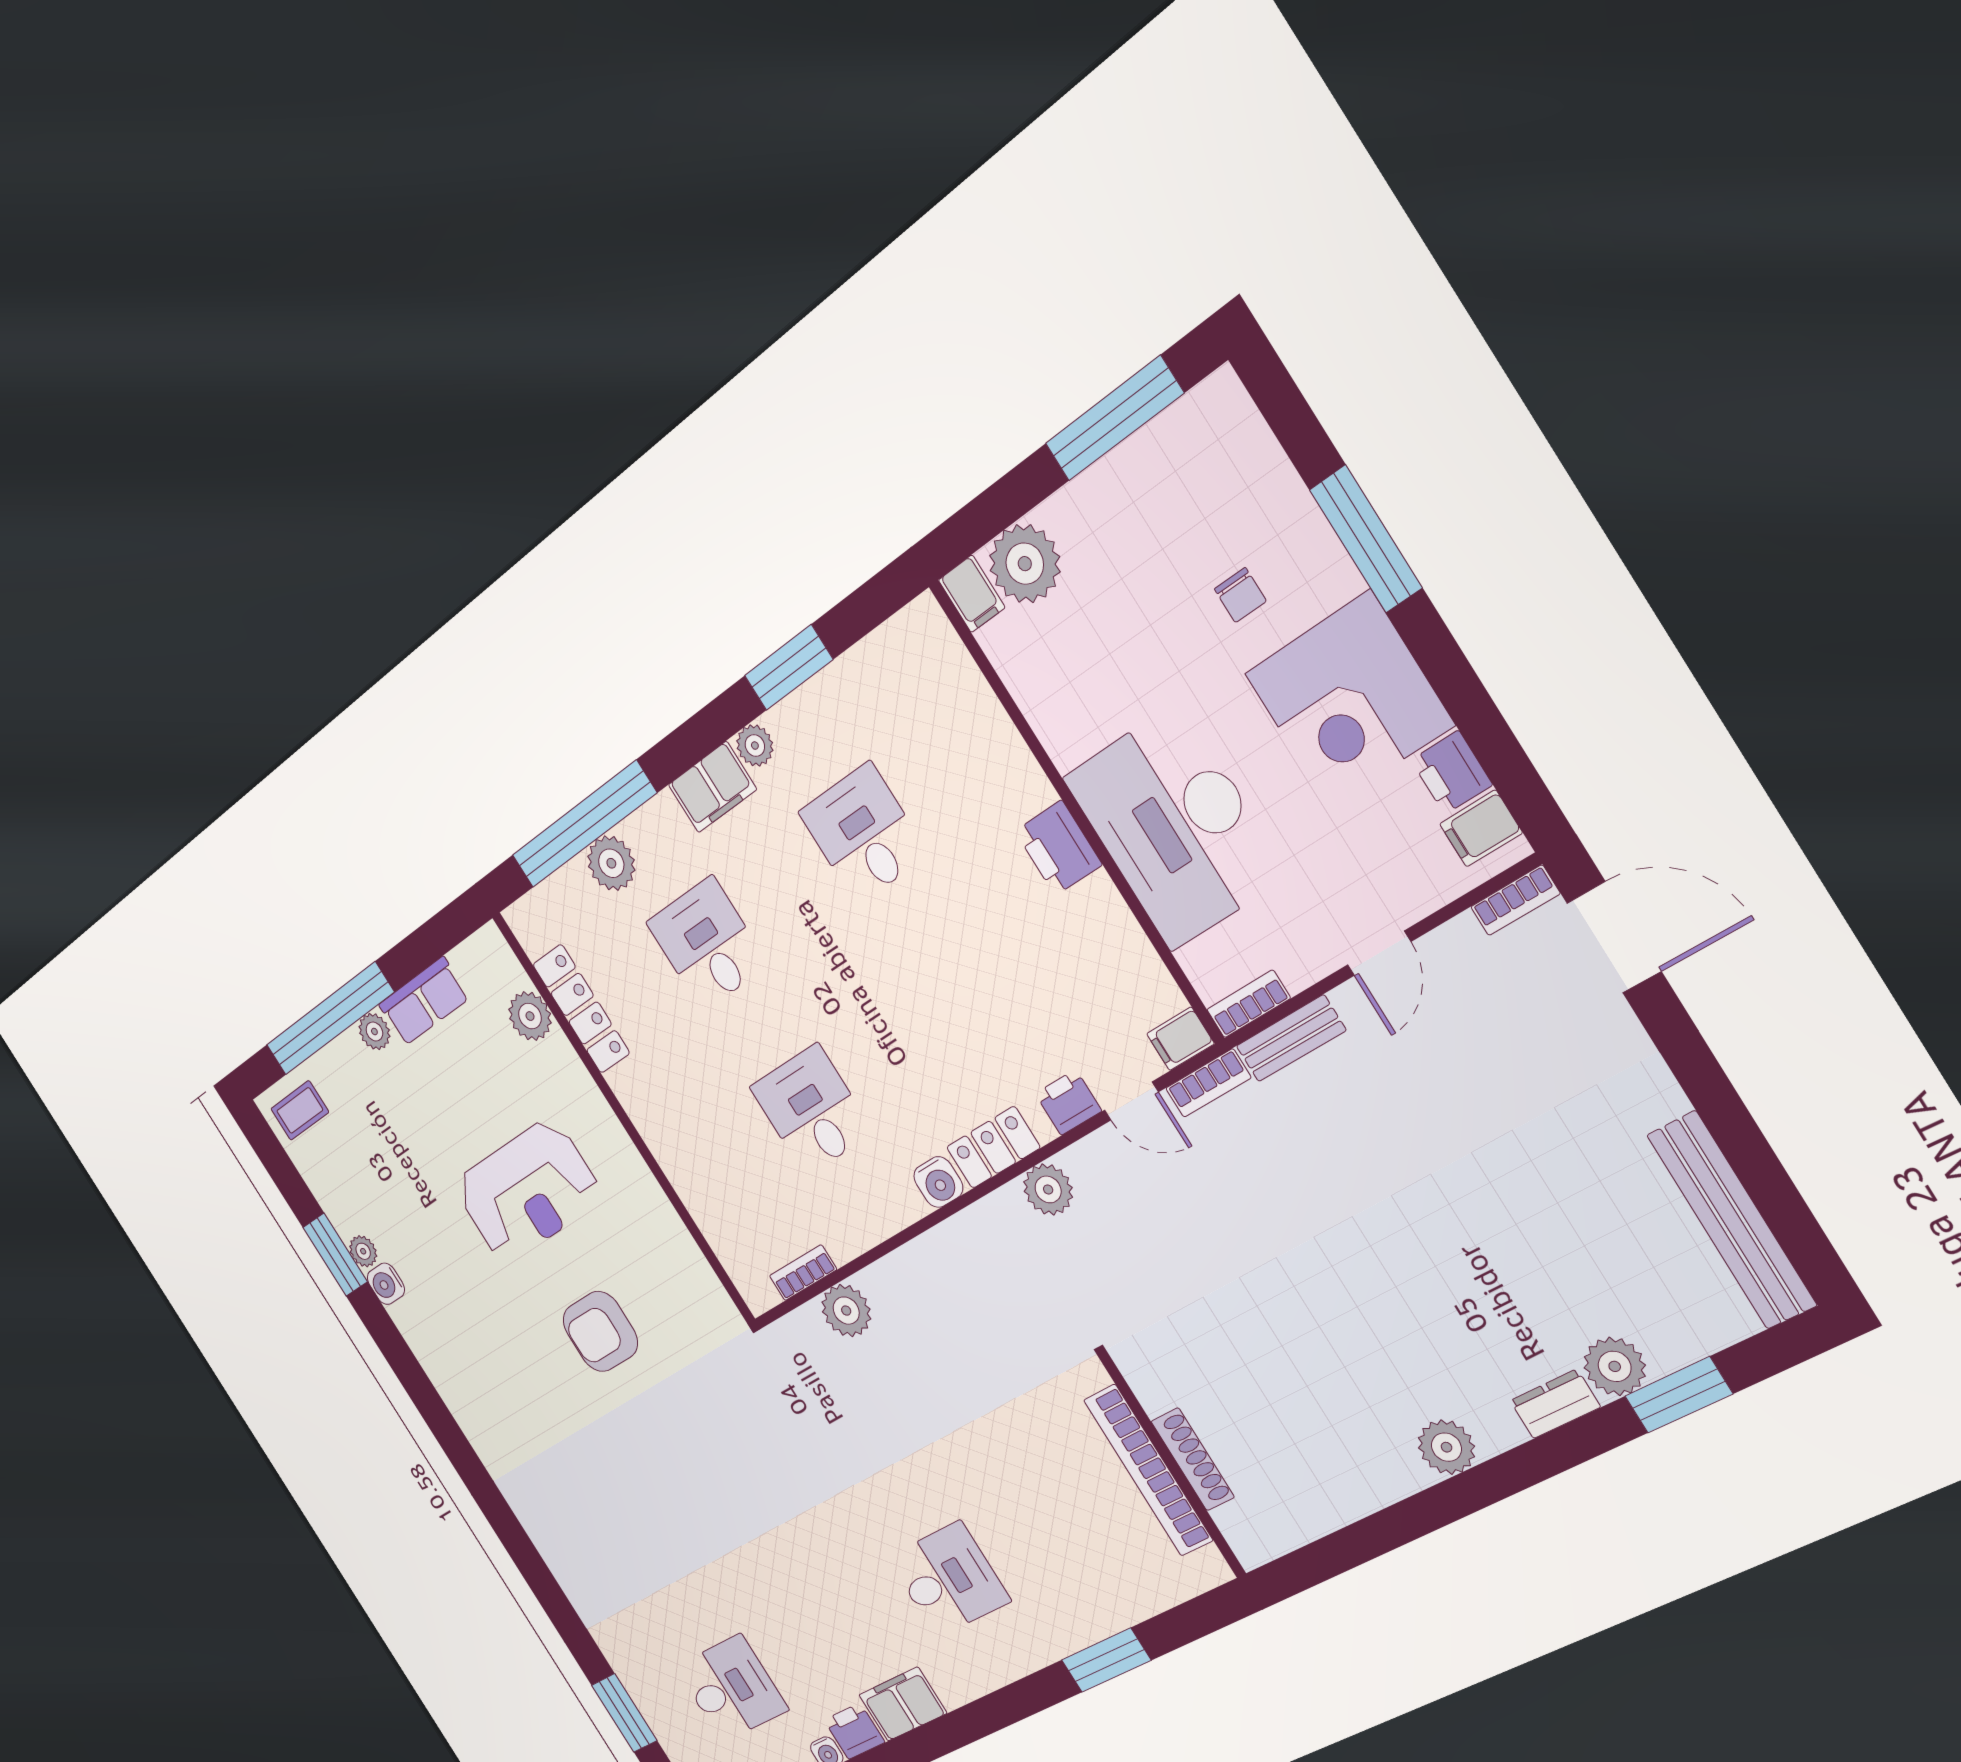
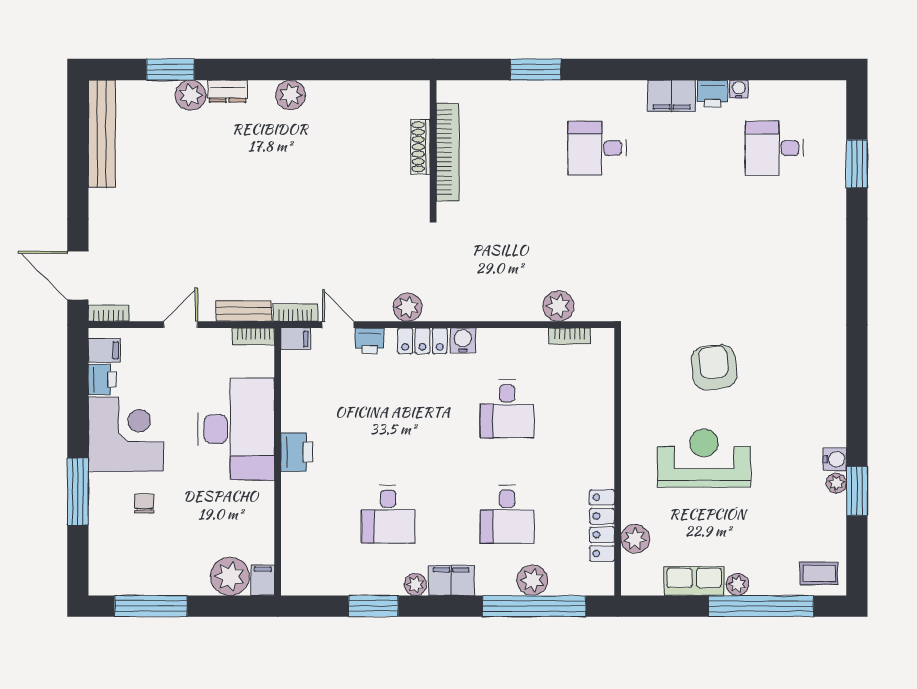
armchair: (600, 1331) -> (714, 367), turned -97

